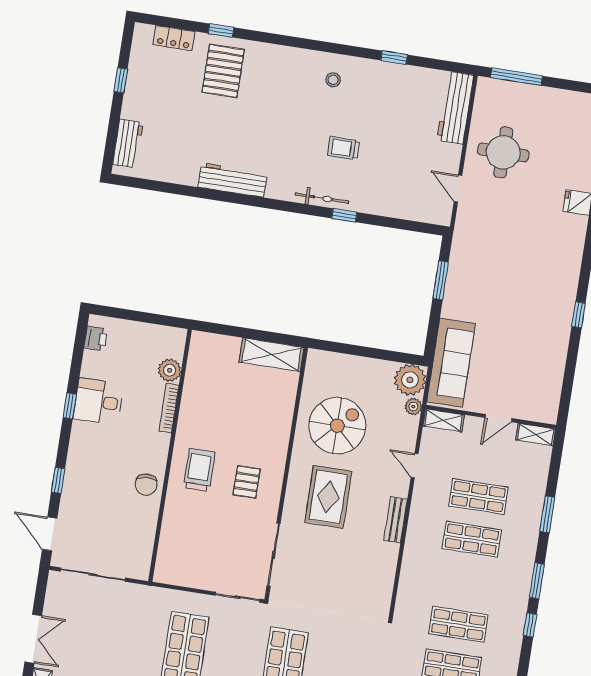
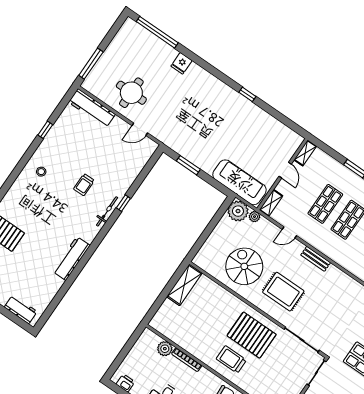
pallet: (247, 482) -> (252, 335), width x2.05, depth x2.00

